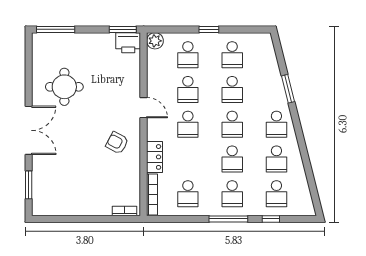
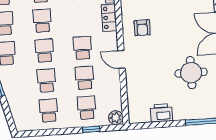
window: (123, 29) -> (144, 126), removed
window: (209, 29) -> (91, 129), moved
printer: (128, 43) -> (161, 113), moved
armchair: (117, 143) -> (142, 28), turned 62

